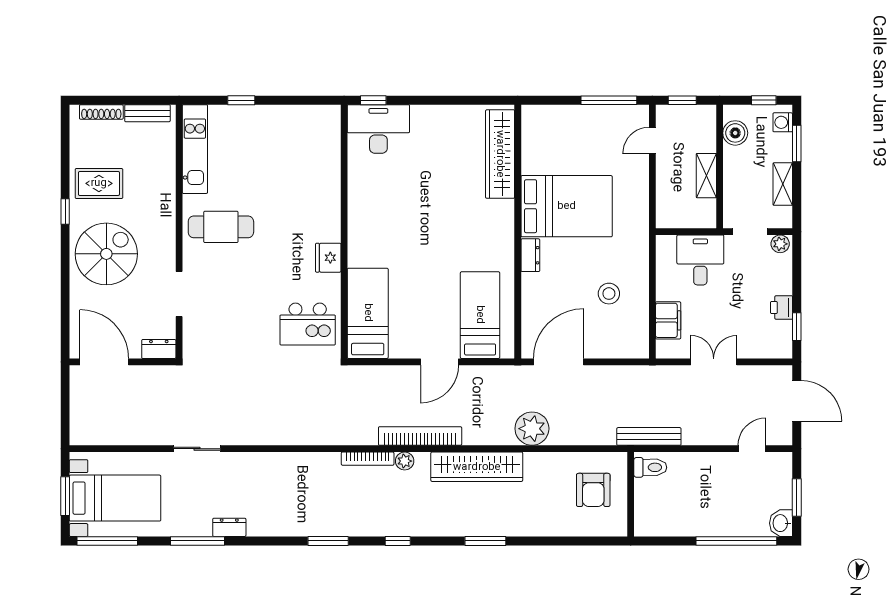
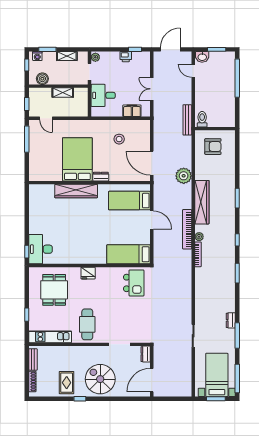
wardrobe: (500, 154) -> (76, 191), moved
dining table: (293, 157) -> (54, 290), added
fridge: (328, 258) -> (88, 273), moved
washbasin: (781, 523) -> (202, 57), moved

